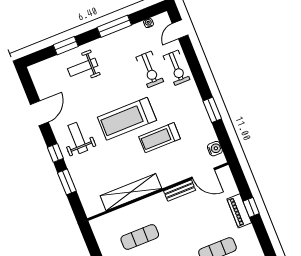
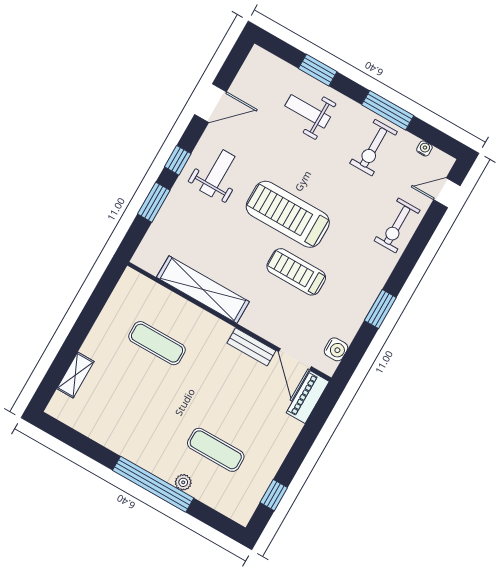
exercise bike: (150, 69) -> (374, 148), moved
window: (251, 207) -> (274, 495), moved
piano: (239, 211) -> (308, 397), moved

